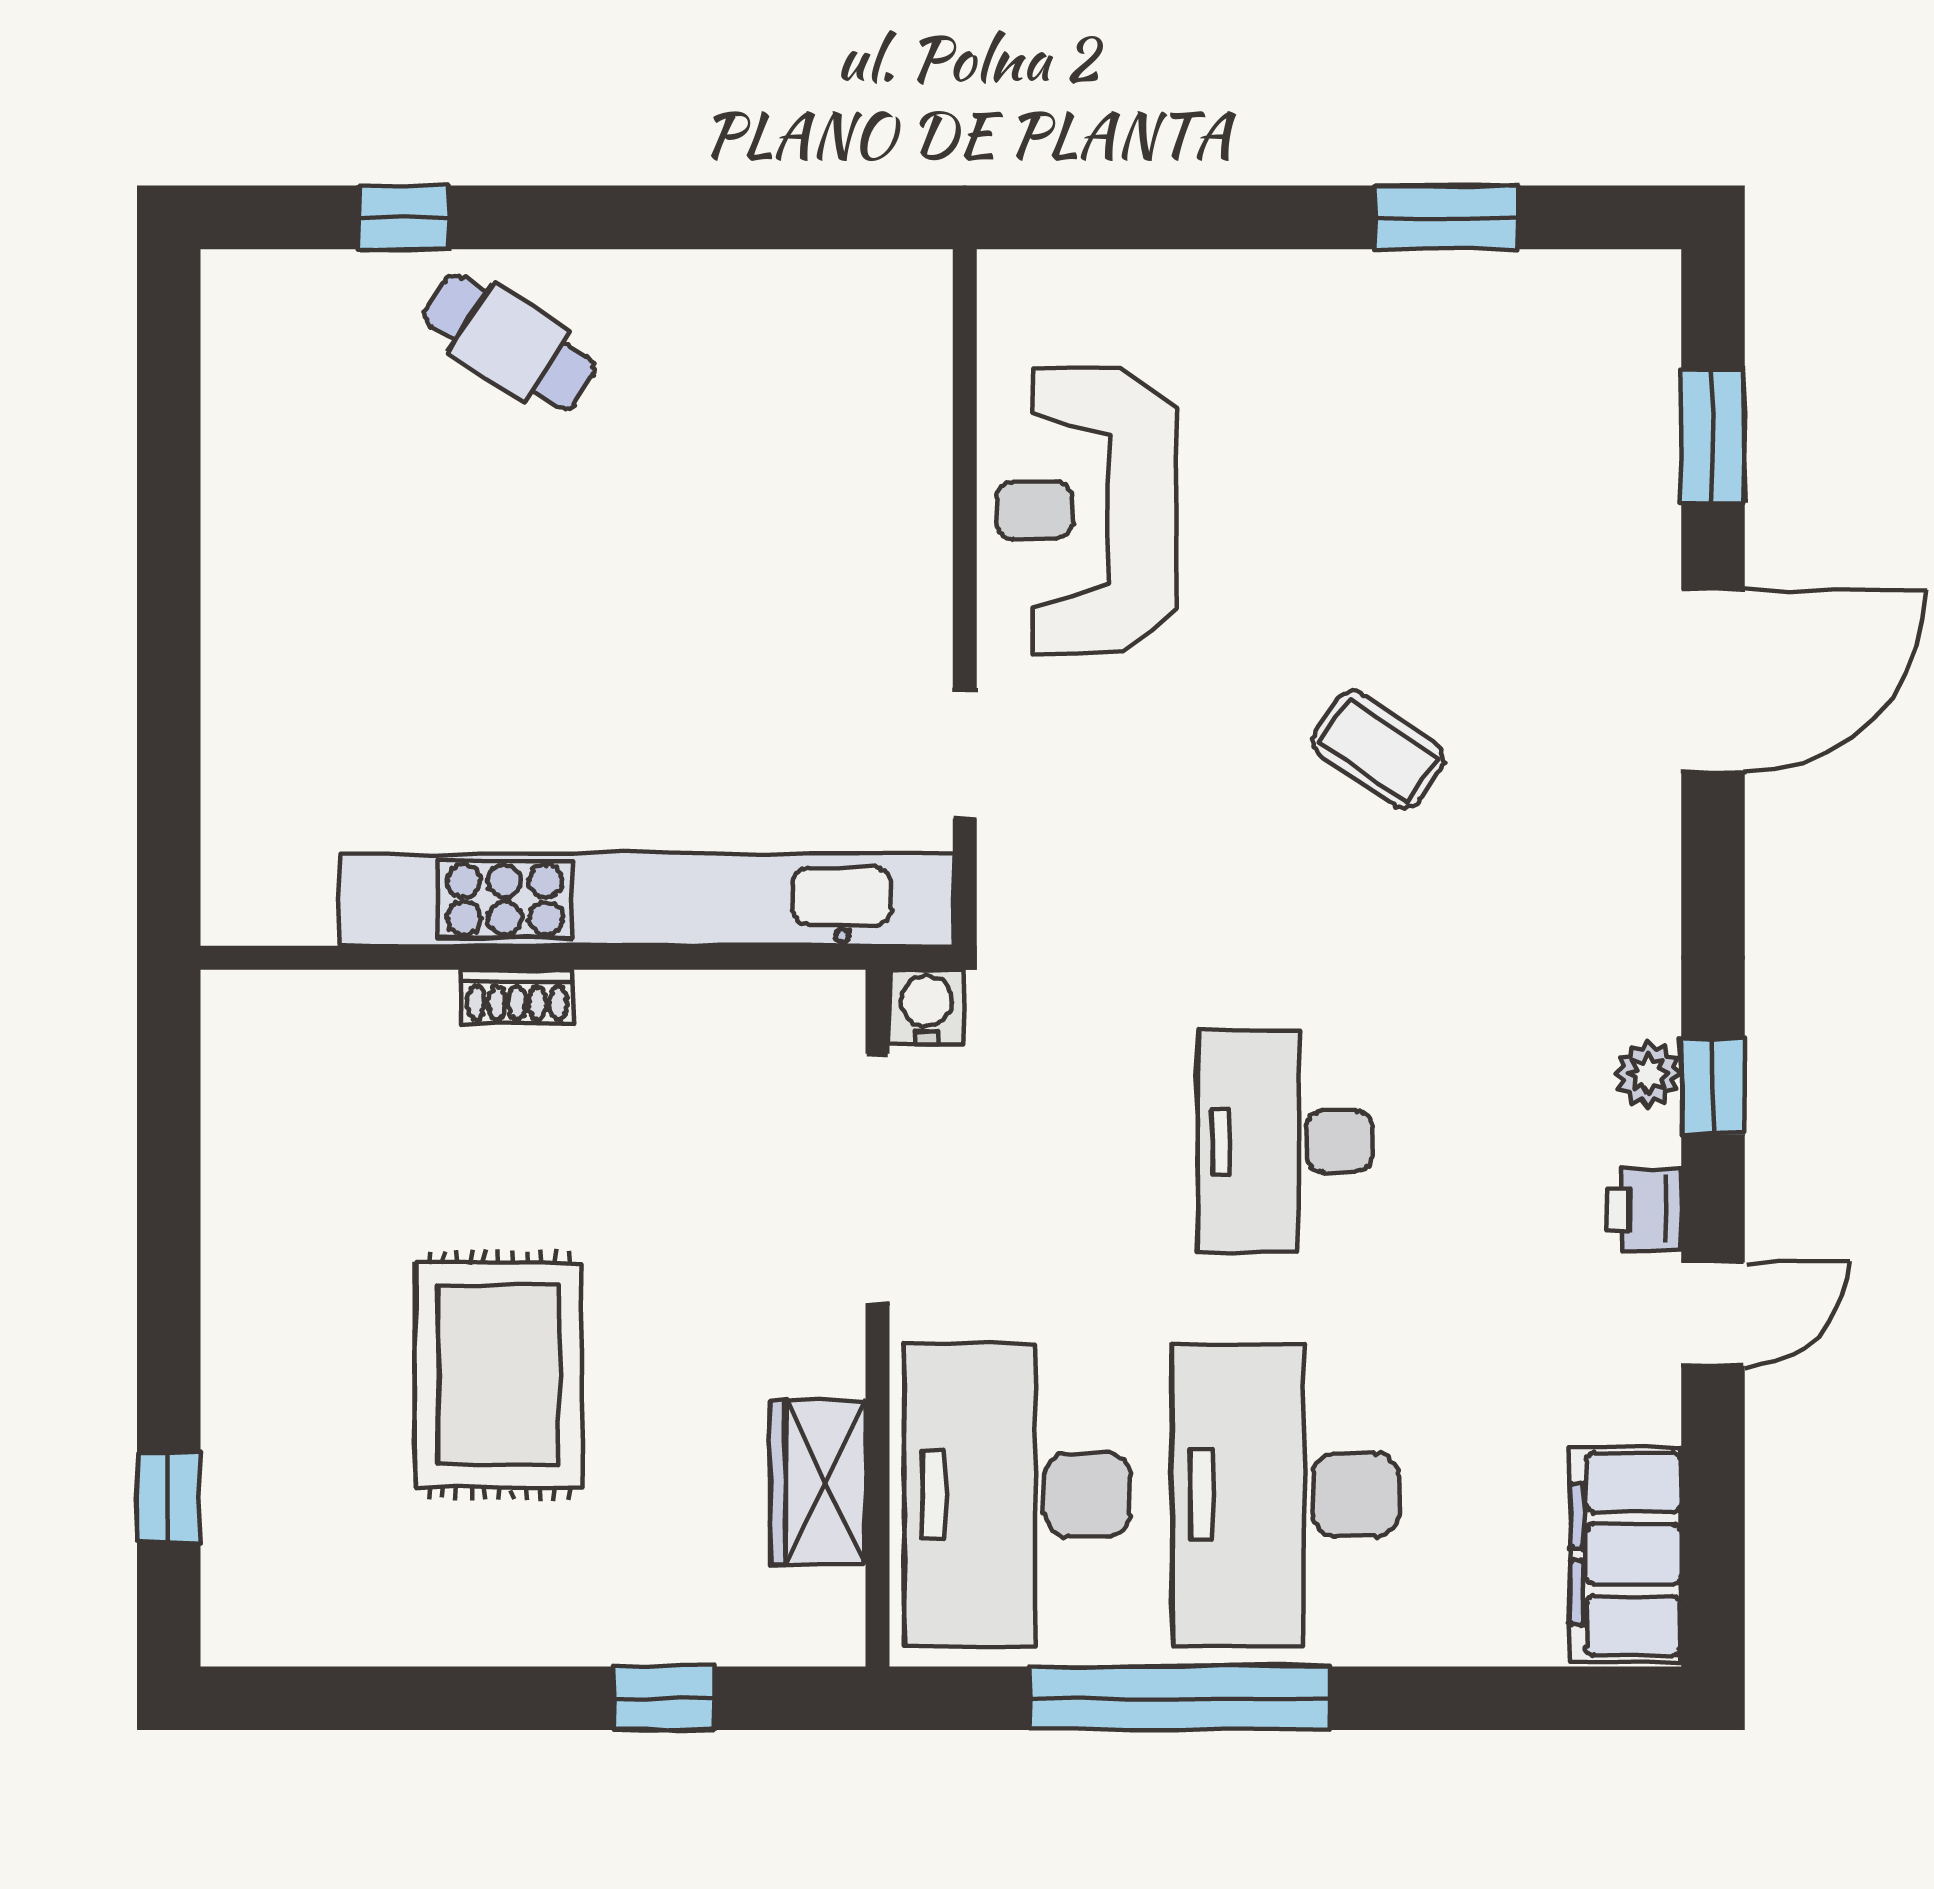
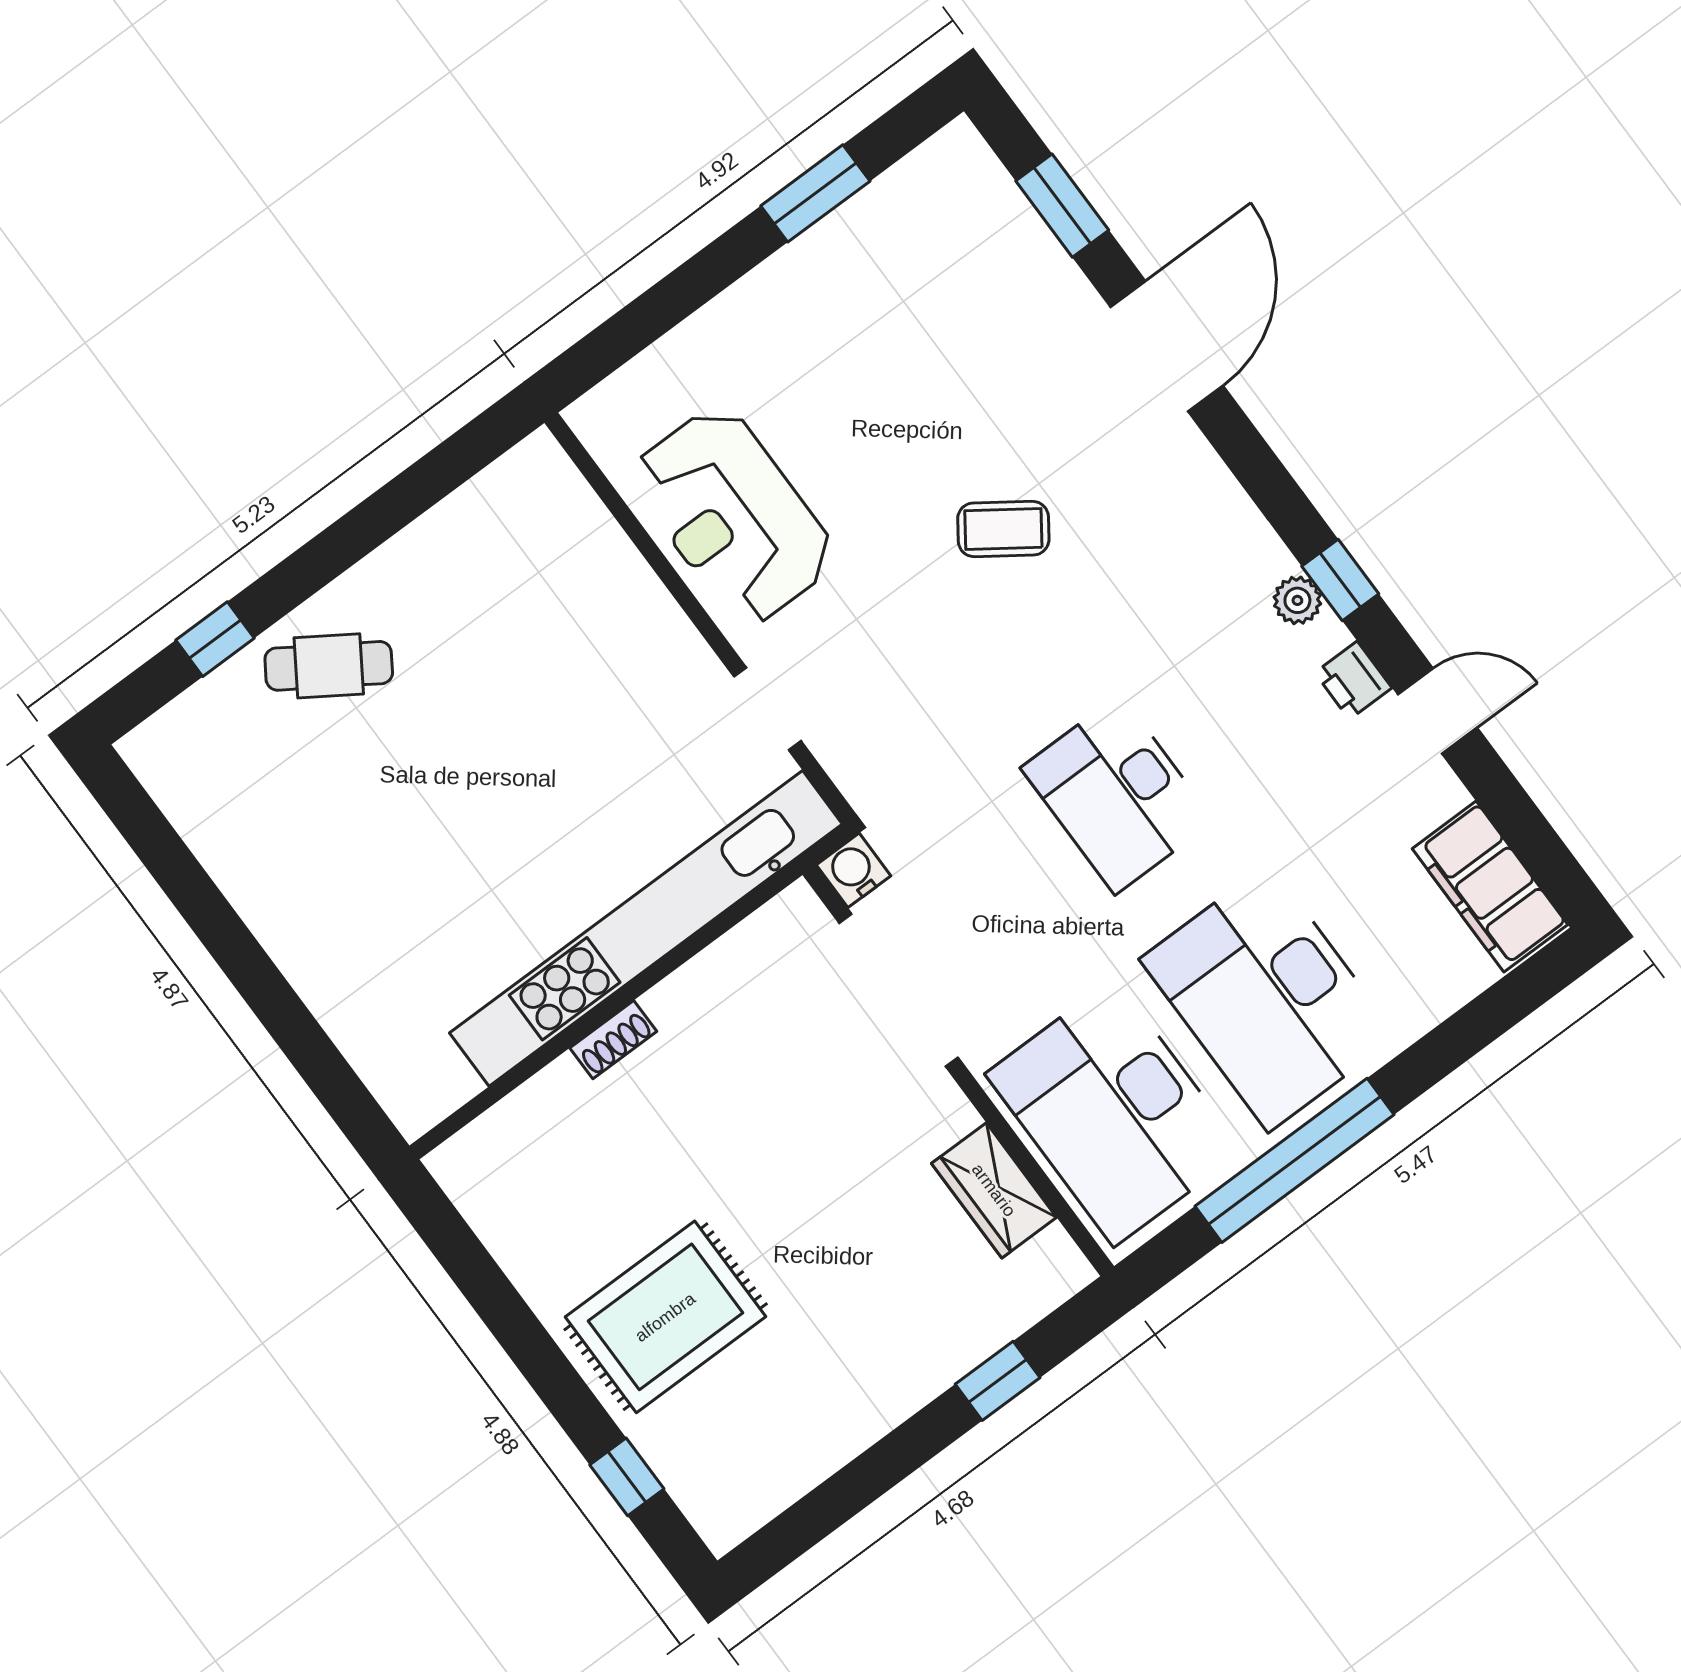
door: (1713, 1314) -> (1438, 711), hinge flipped
rug: (499, 1375) -> (665, 1317), moved, turned 90

